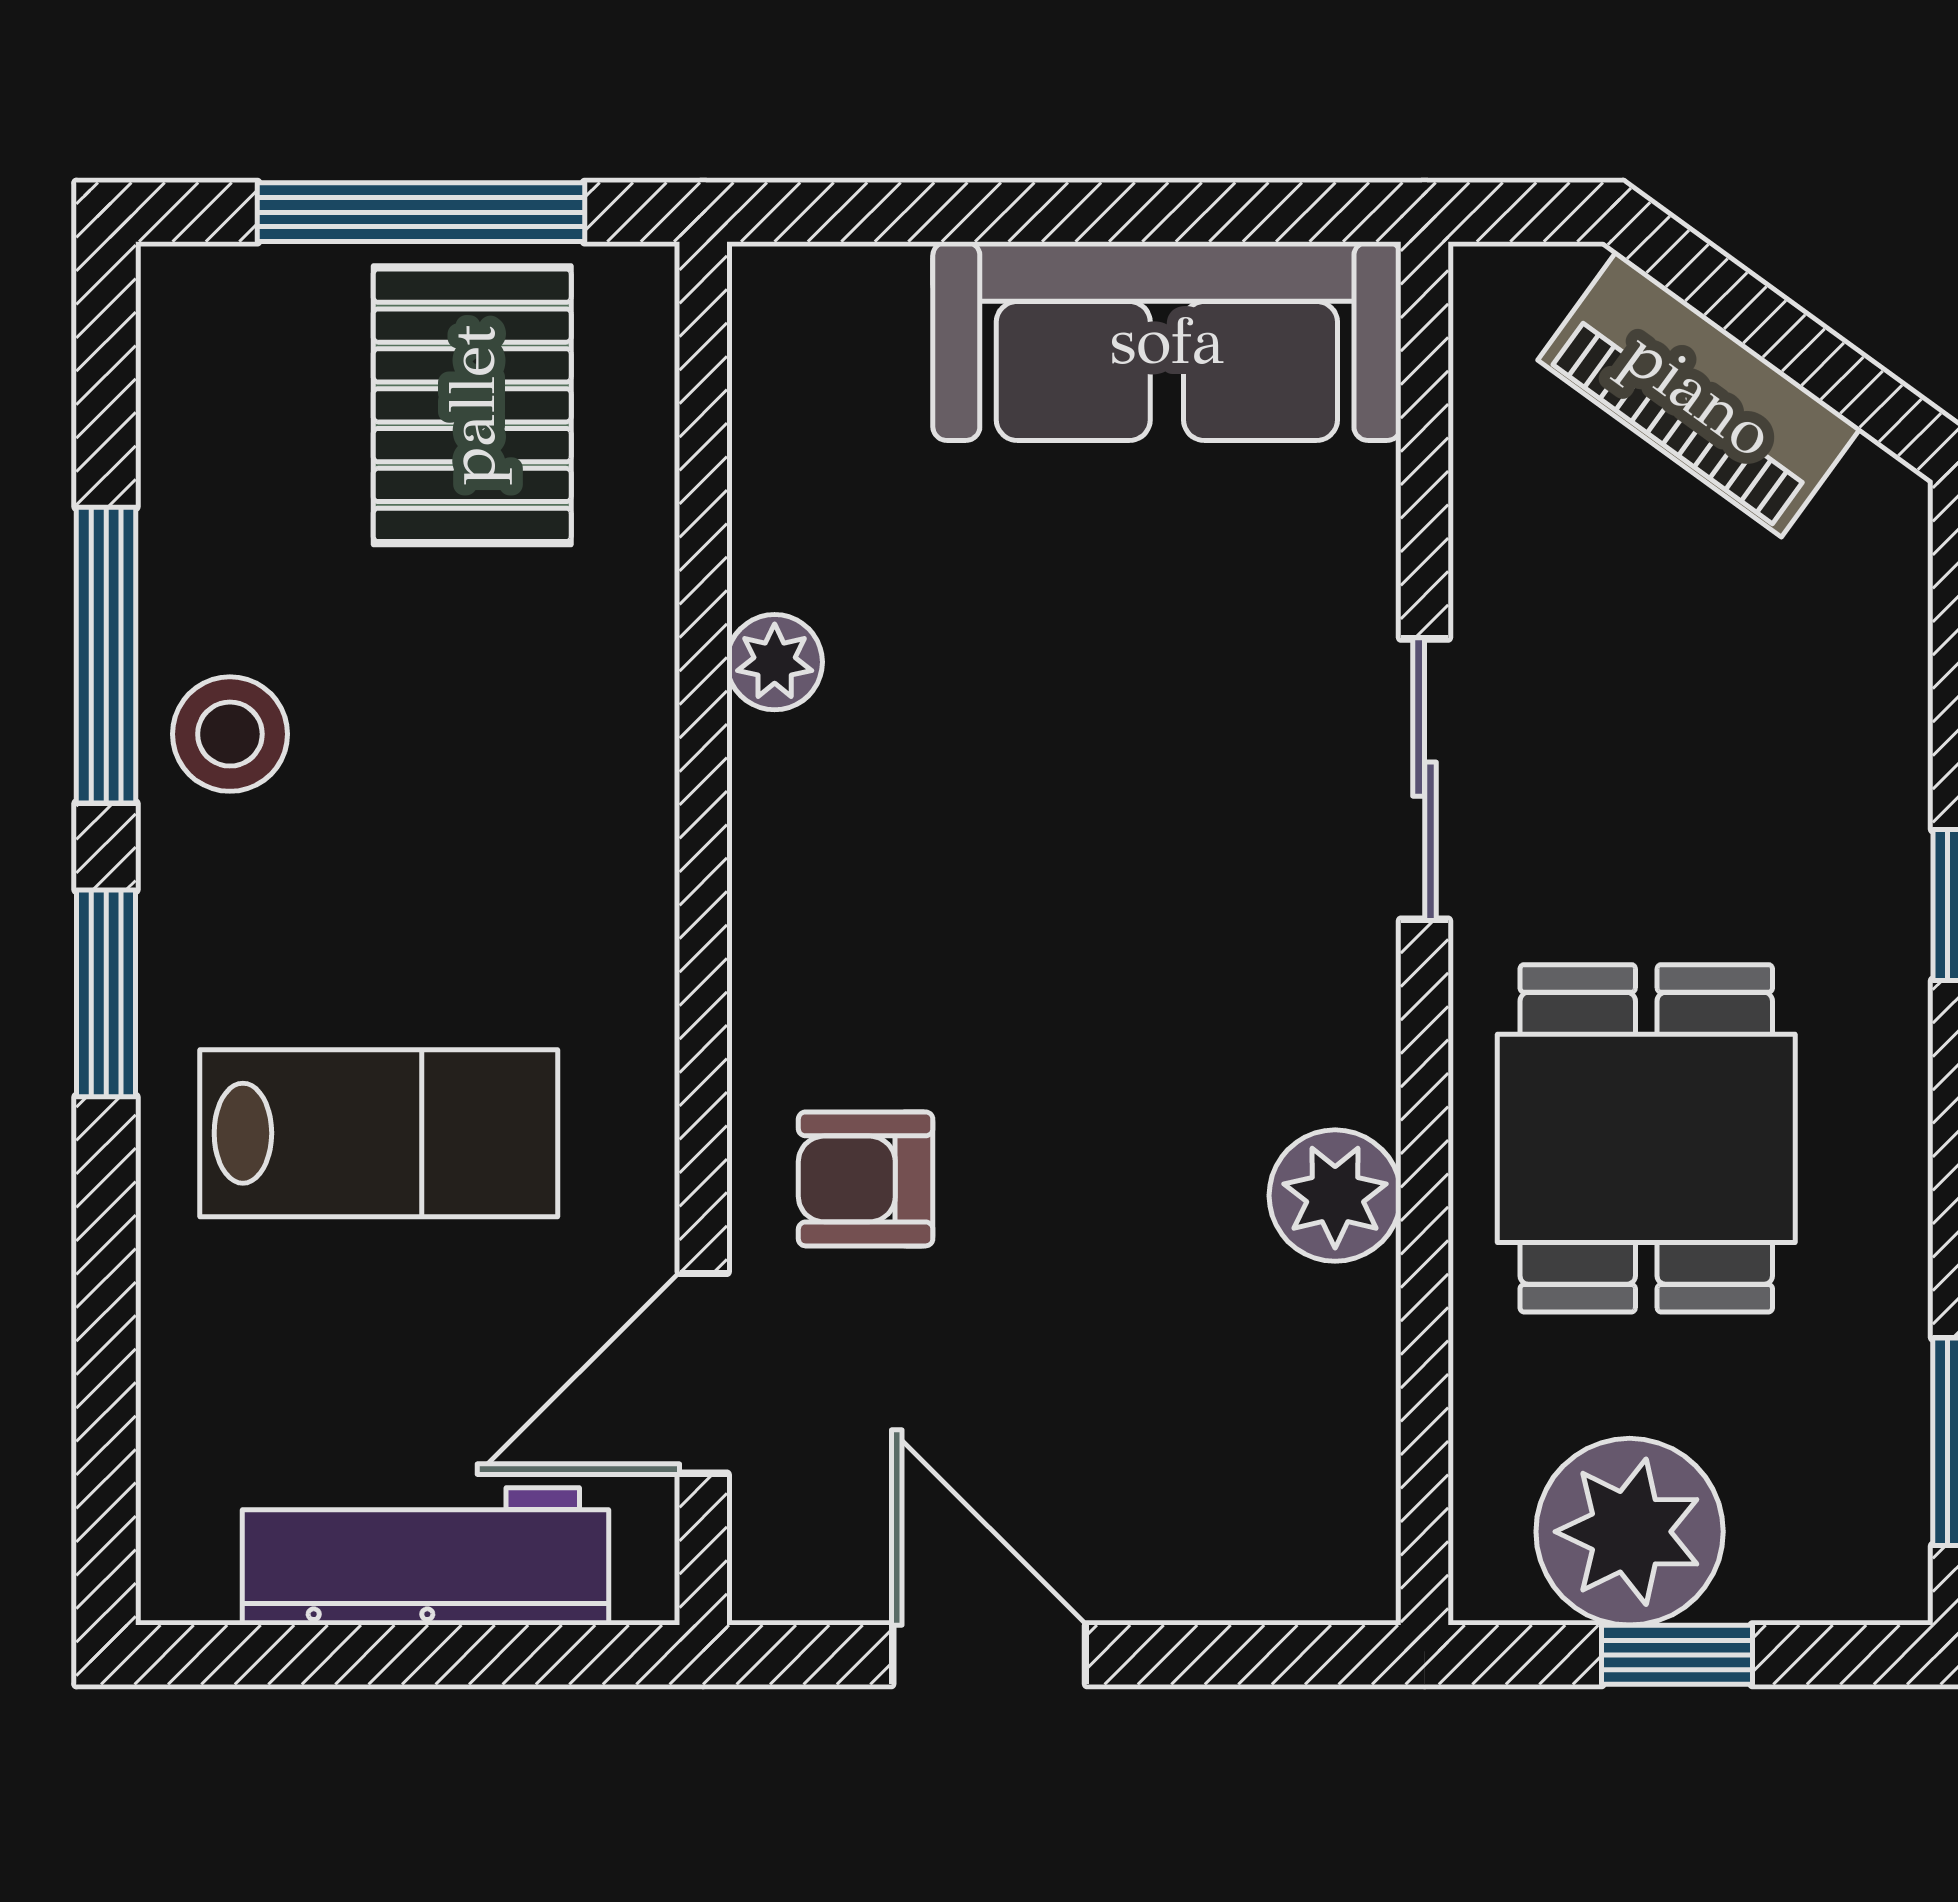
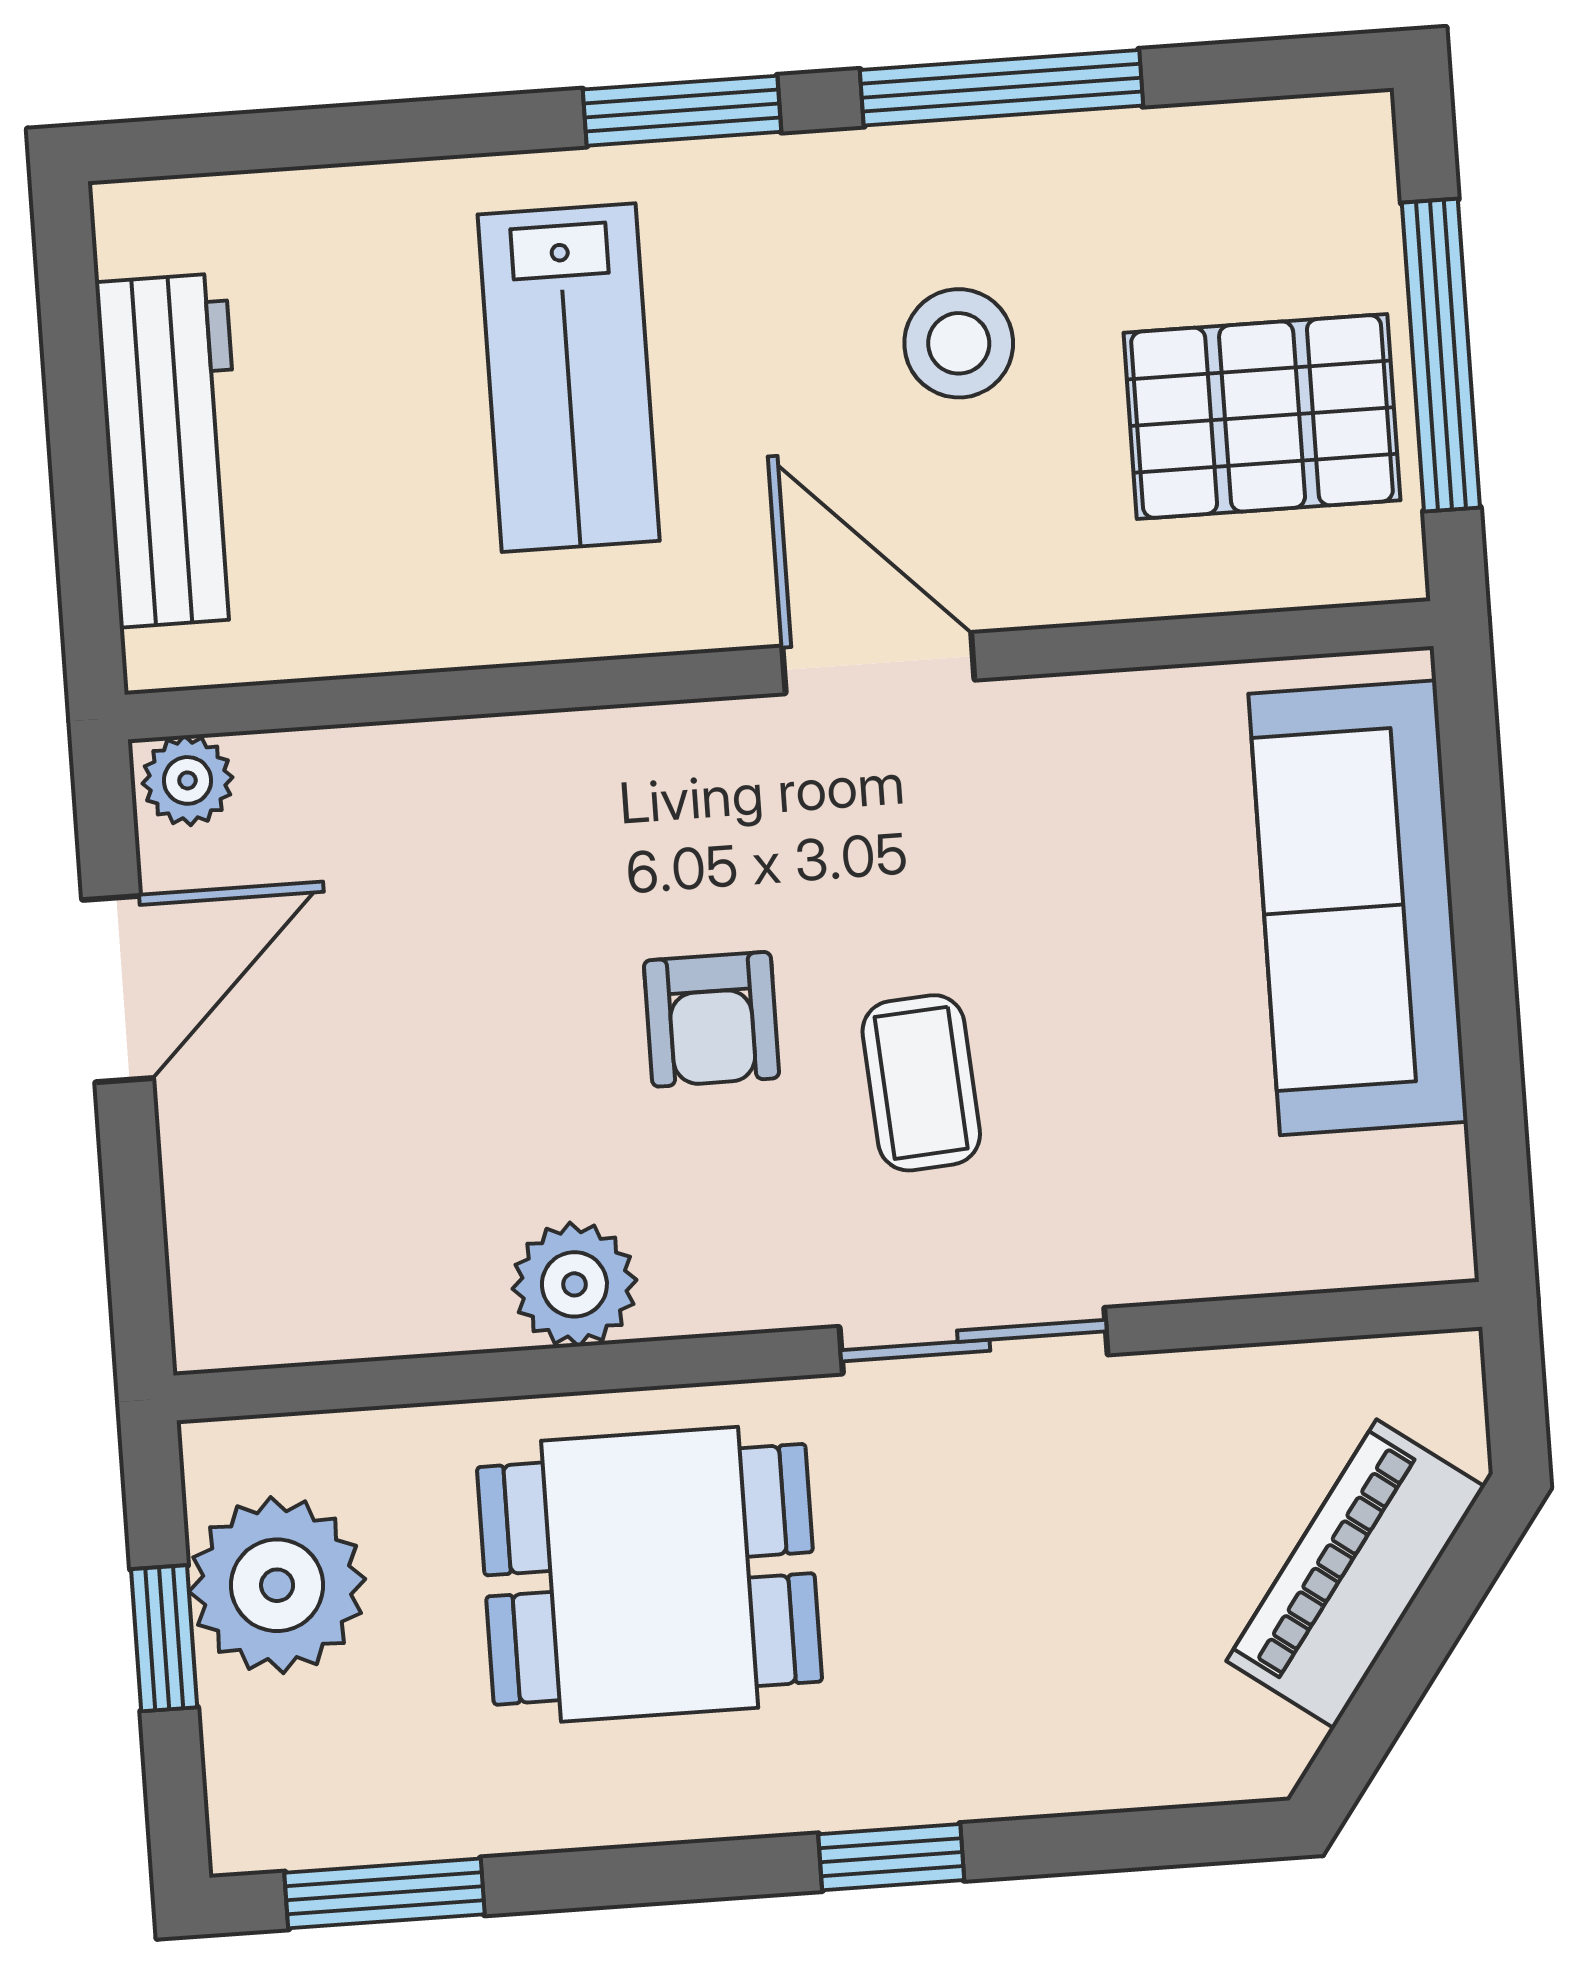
sofa: (1167, 341) -> (1358, 908), moved
plant: (775, 662) -> (187, 780), moved
stool: (230, 734) -> (959, 343), moved
coffee table: (1149, 815) -> (921, 1083), added
armchair: (866, 1179) -> (711, 1019), moved, turned 180
door: (703, 1373) -> (878, 663), moved

